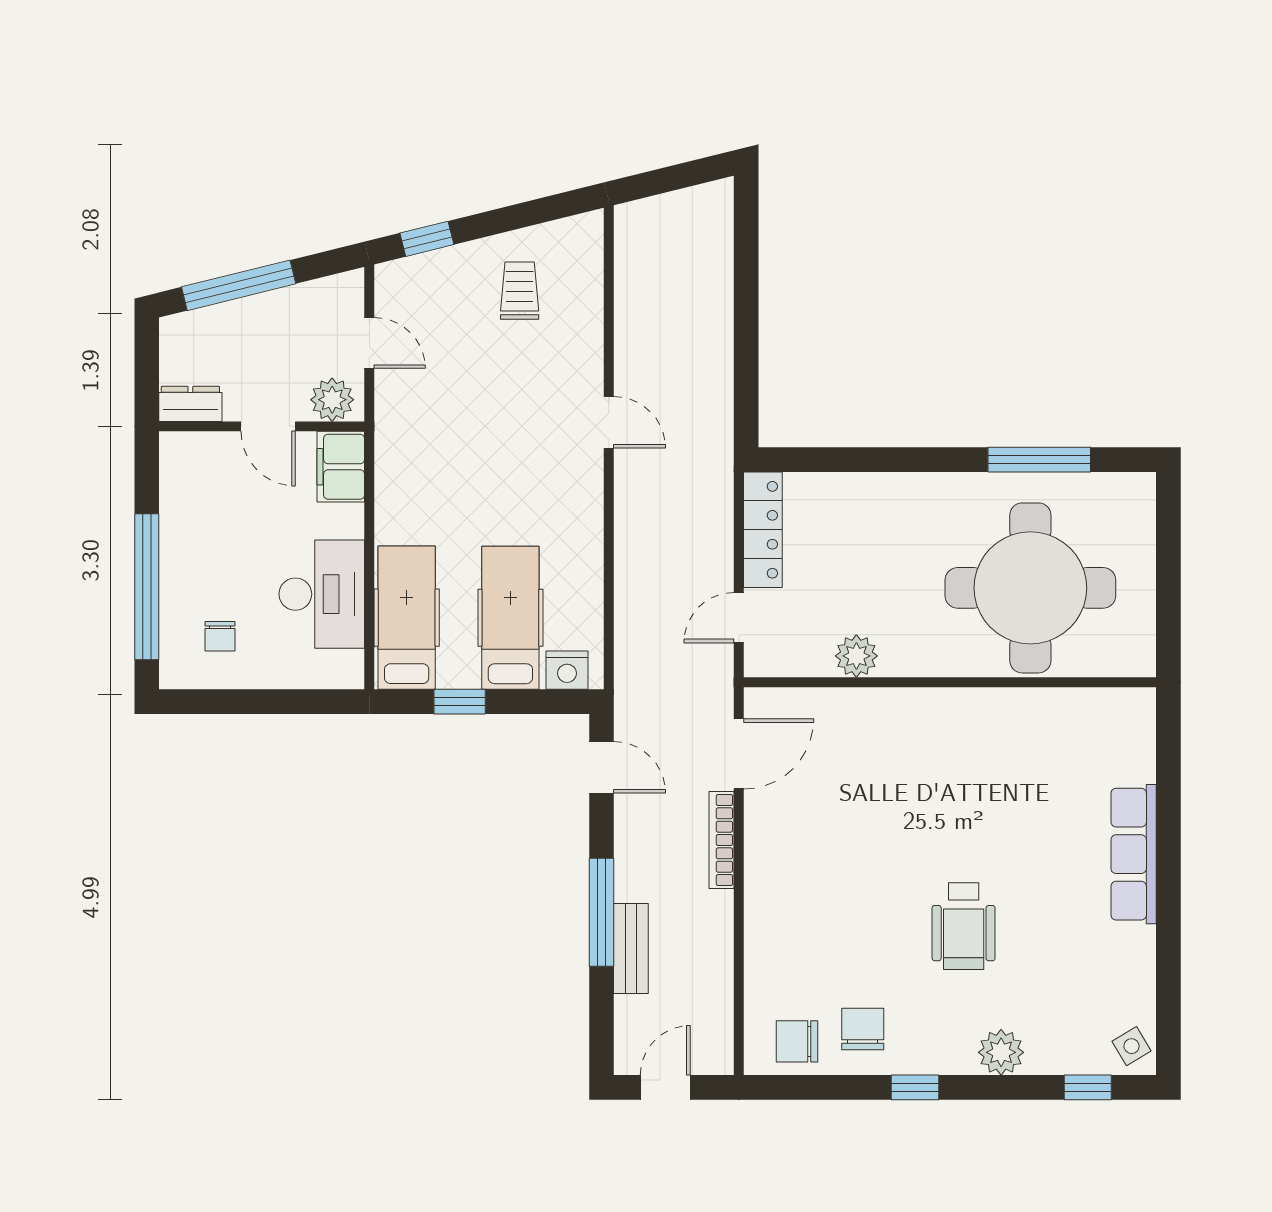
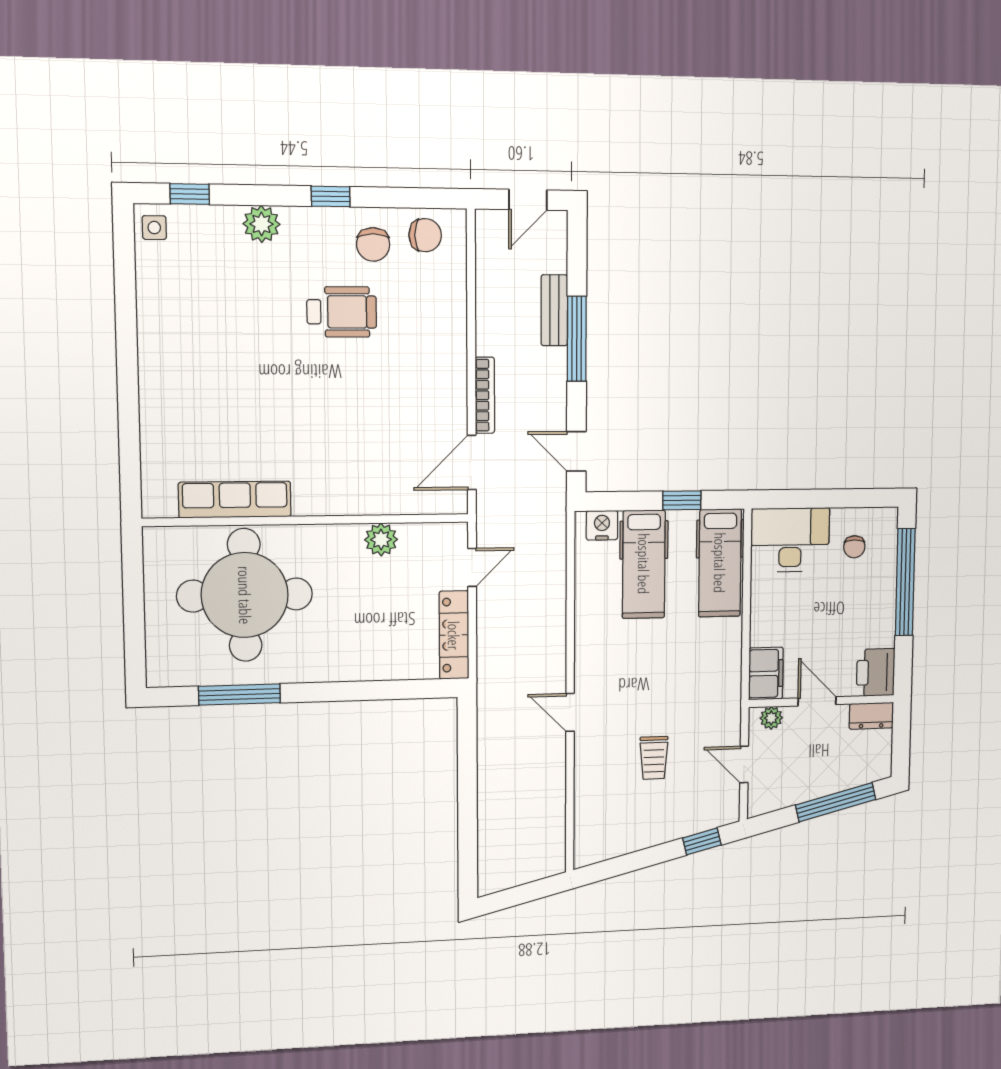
trolley: (520, 291) -> (654, 758), moved
plant: (332, 400) -> (771, 718), width x0.73, depth x0.73
printer: (186, 464) -> (876, 672), added
desk: (322, 594) -> (790, 540), moved, turned 90
chair: (220, 636) -> (854, 547), turned 180
row of seats: (1134, 854) -> (235, 500), moved, turned -90
wheelchair: (964, 926) -> (342, 312), moved, turned 90
side table: (1132, 1046) -> (154, 228), turned 31

